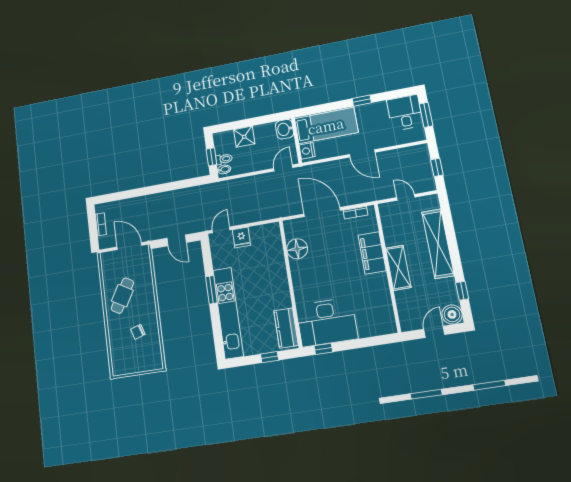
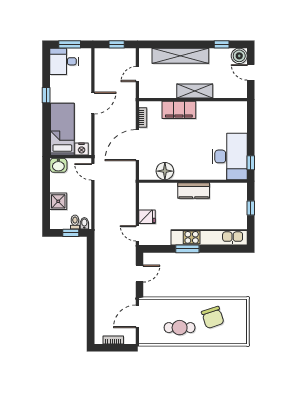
cafe table: (122, 296) -> (180, 328), turned -30
kitchen counter: (286, 328) -> (194, 191), moved
chair: (138, 332) -> (213, 317), width x1.87, depth x1.87

